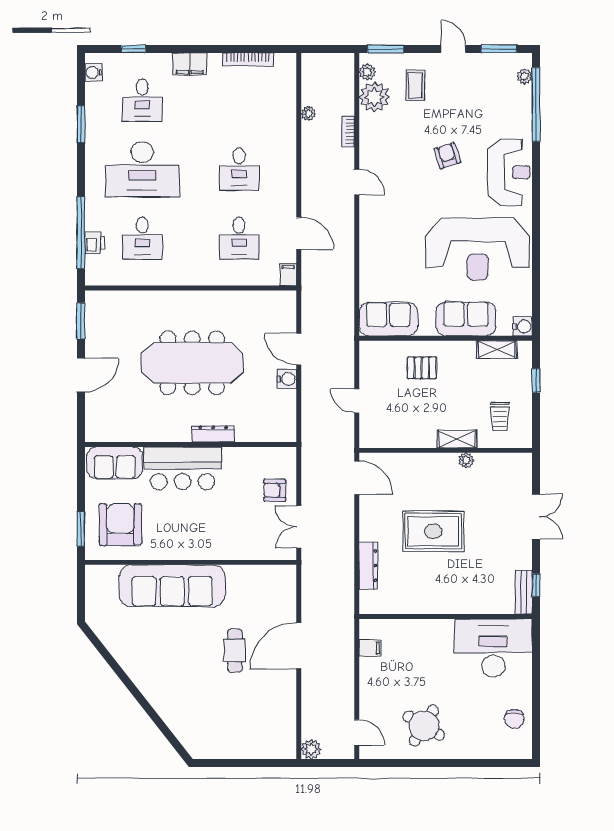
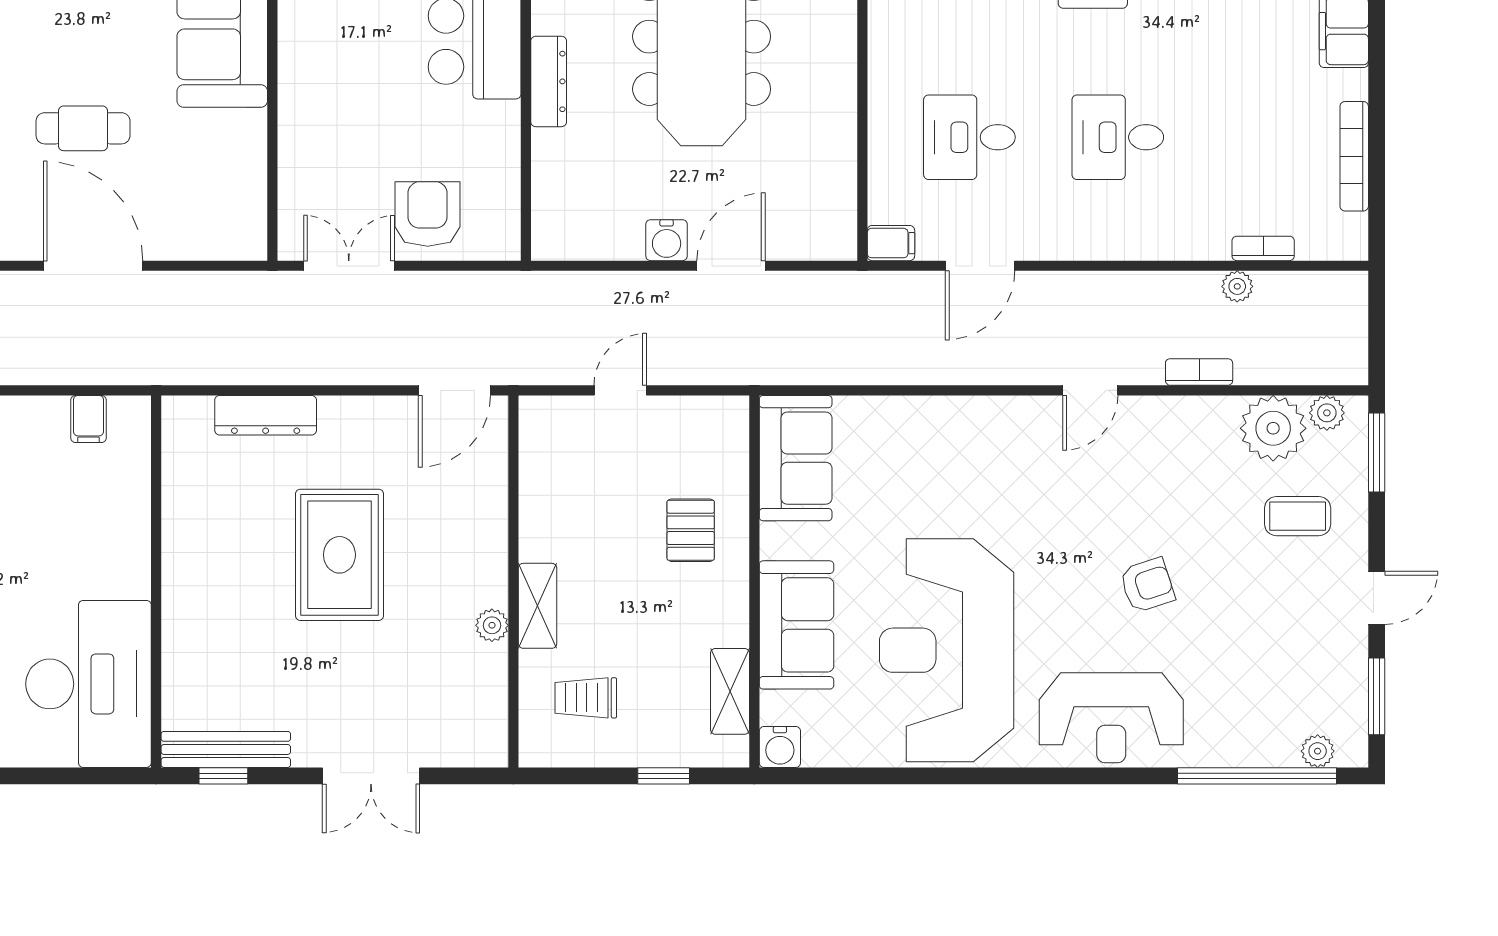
bookcase: (291, 102) -> (1263, 248), added
armchair: (275, 490) -> (428, 214), width x1.38, depth x1.38
bench: (524, 592) -> (226, 749), width x1.36

